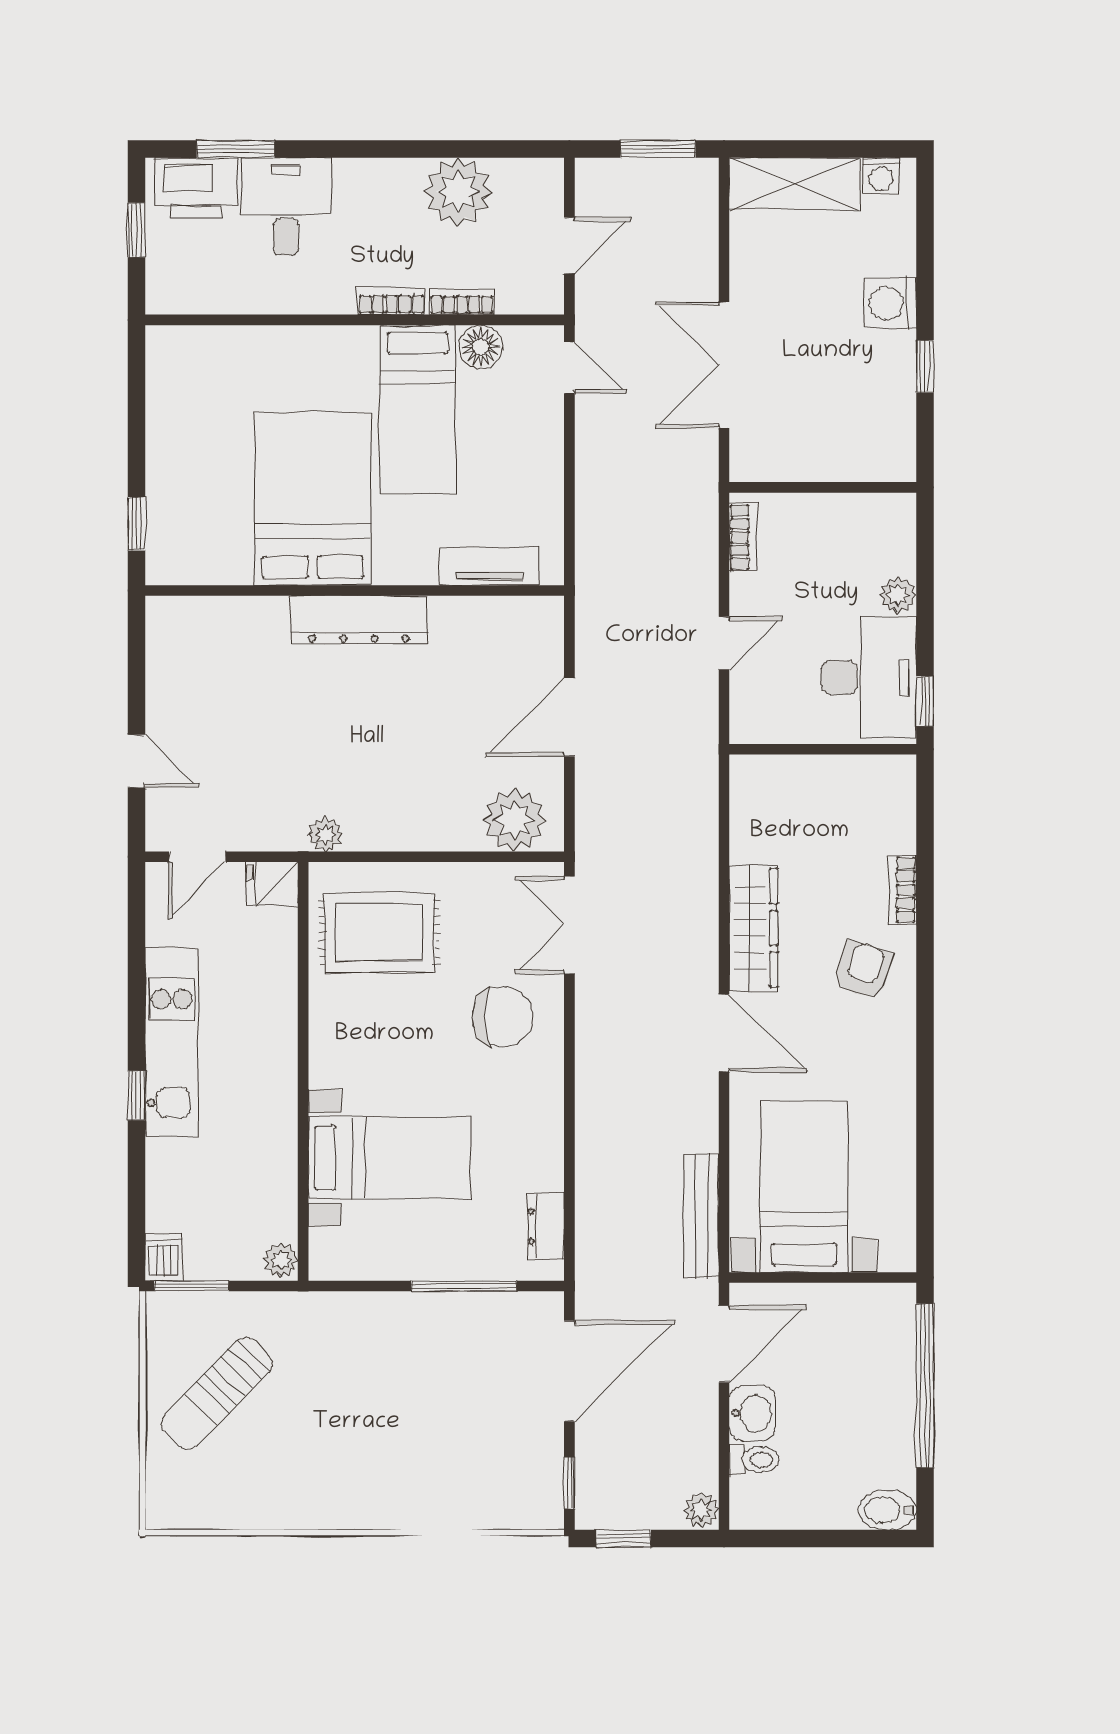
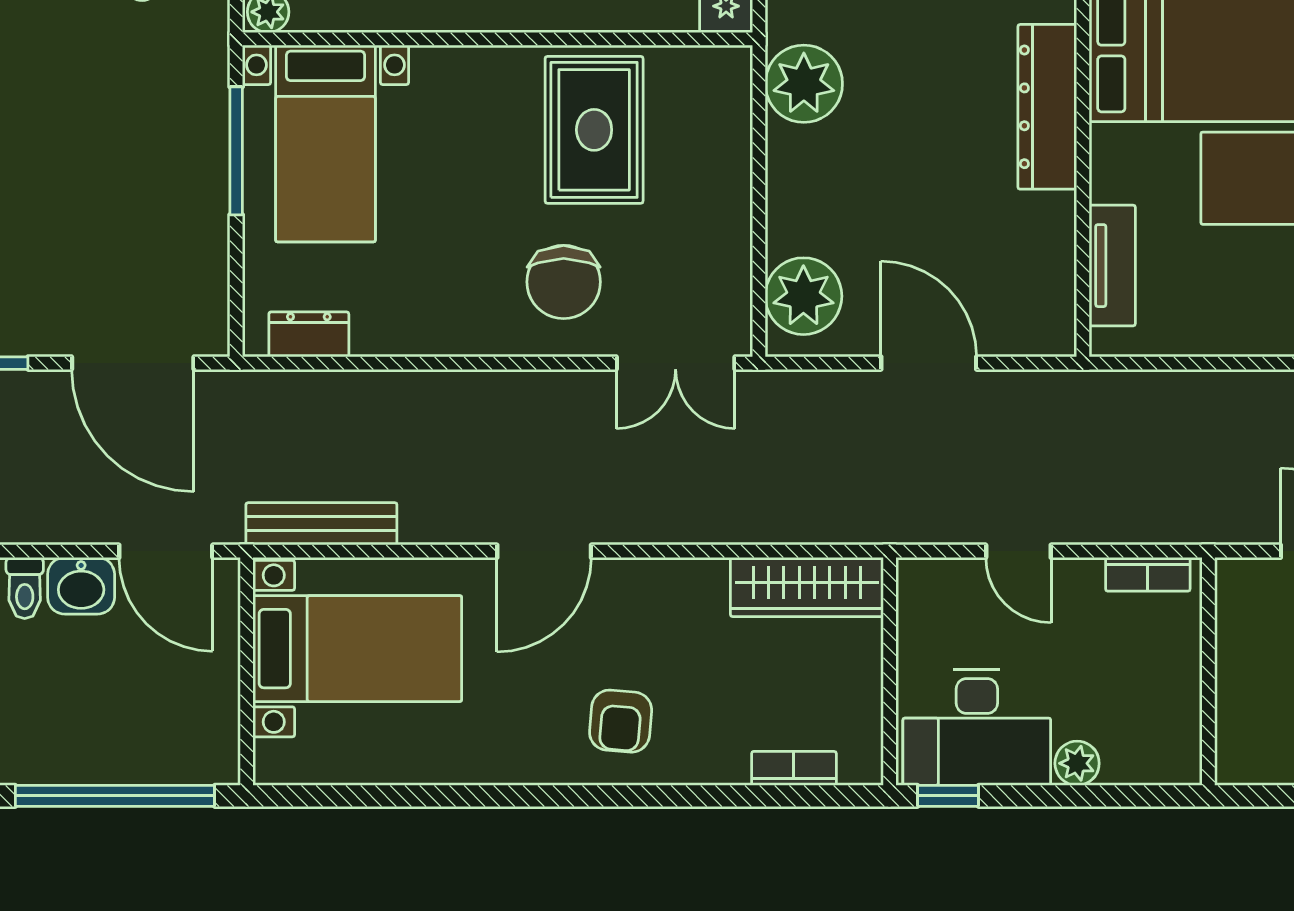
plant: (325, 835) -> (804, 84), width x1.87, depth x1.87
bookcase: (902, 890) -> (794, 768), moved
double door: (569, 925) -> (676, 363), swing flipped
wardrobe: (753, 928) -> (807, 587), moved
rug: (379, 932) -> (594, 130), moved
armchair: (863, 970) -> (621, 721), turned 77
bed with nightstands: (389, 1158) -> (325, 144), moved
window: (464, 1286) -> (236, 151), moved

